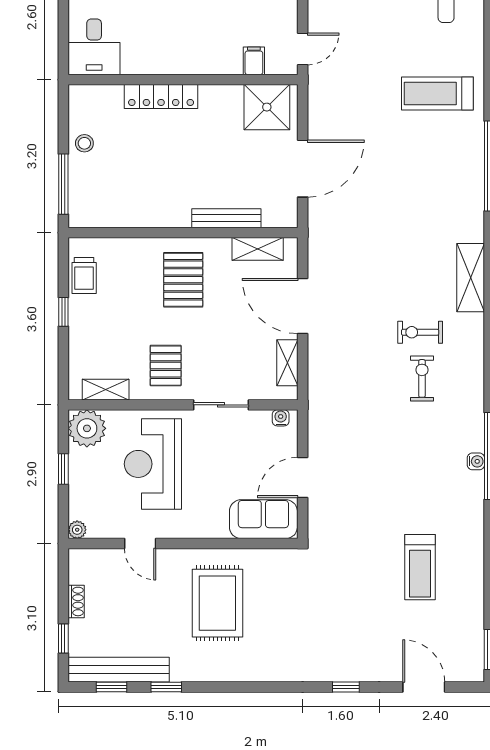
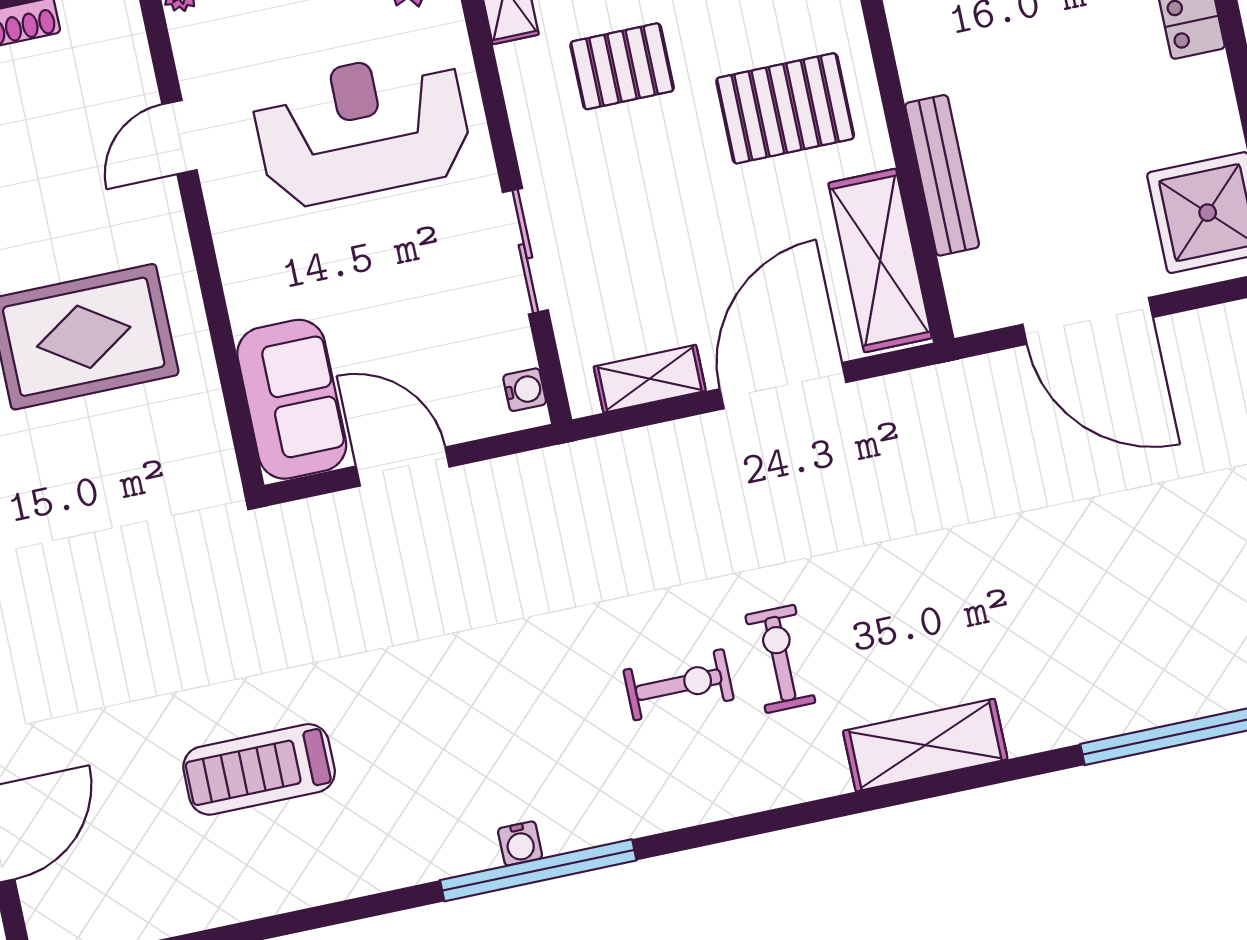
shelving: (258, 249) -> (880, 261), width x1.50, depth x1.33
pallet: (166, 366) -> (622, 66), moved

